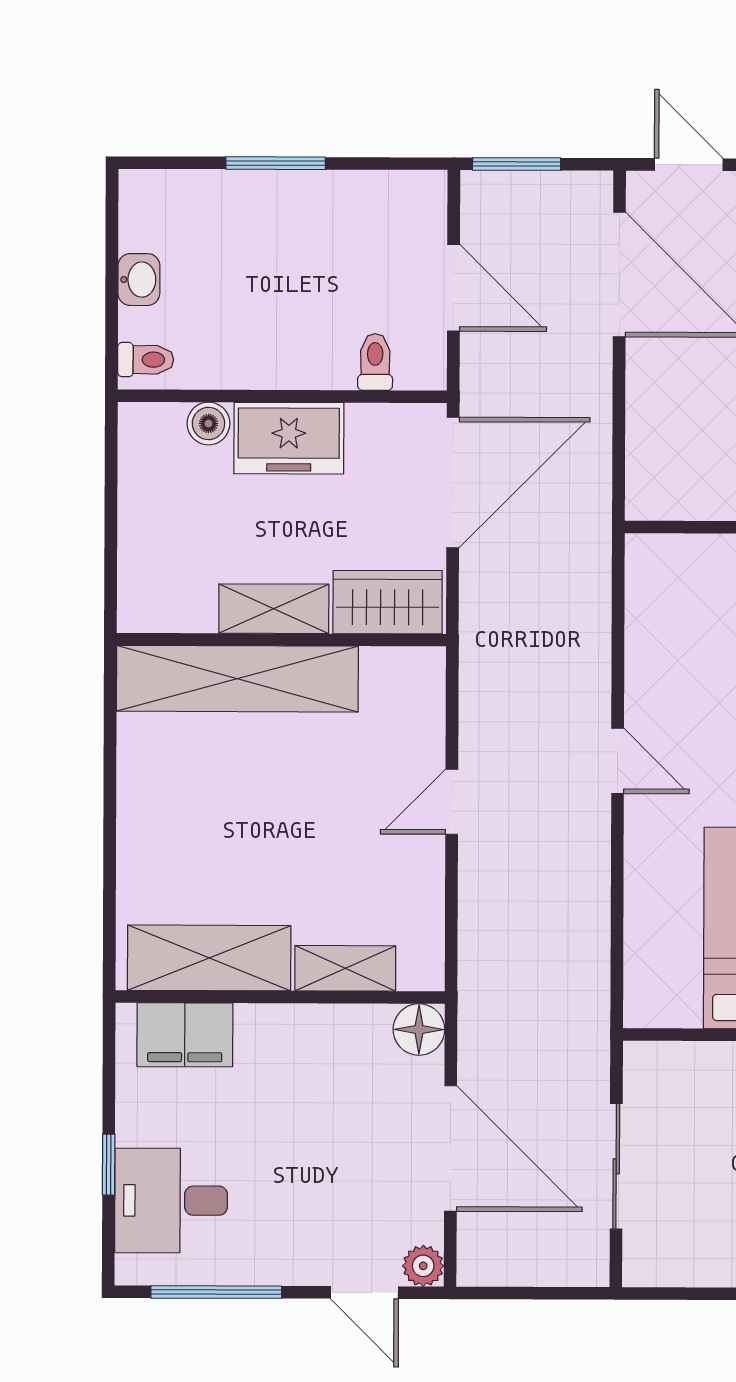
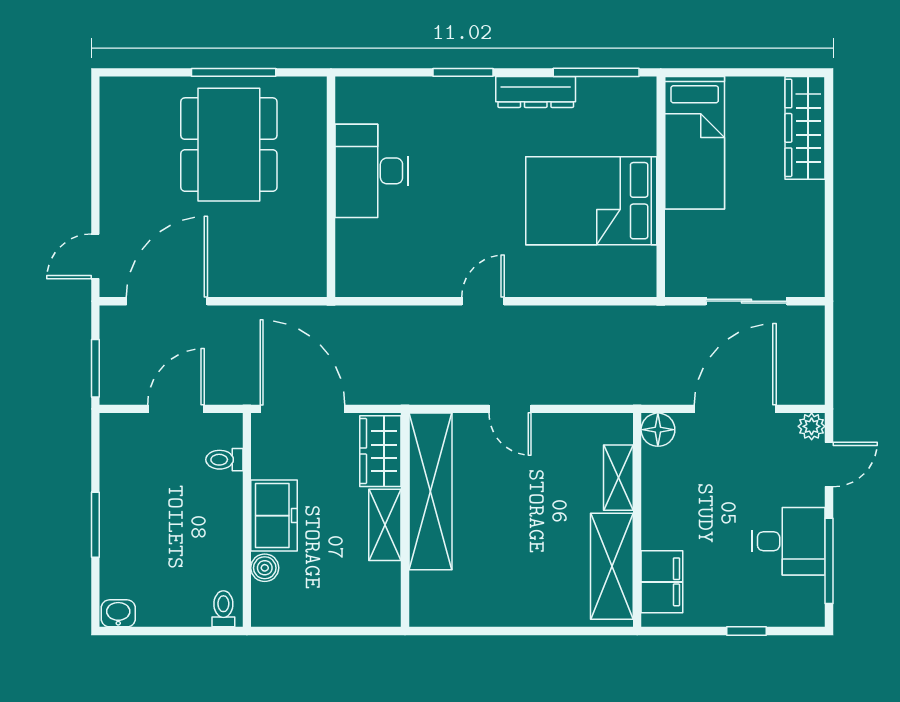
washbasin: (139, 280) -> (118, 613), moved
shelving: (237, 679) -> (430, 491), moved
desk: (171, 1201) -> (788, 541), moved, turned -90

